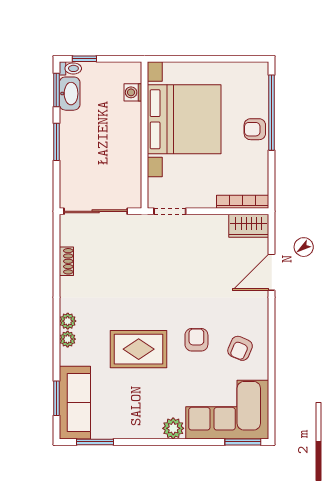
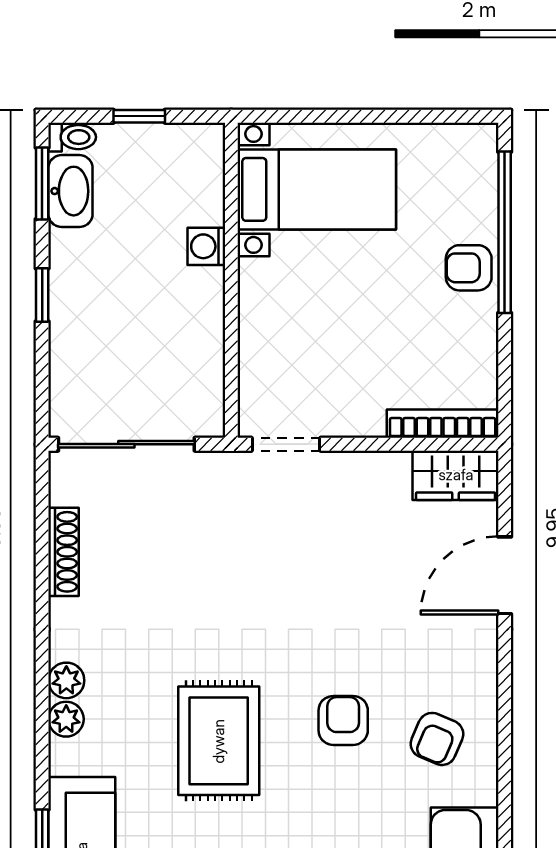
window: (84, 59) -> (139, 116), moved
washing machine: (133, 92) -> (206, 246), moved
bed with nightstands: (184, 119) -> (317, 189), width x0.54
window: (56, 142) -> (42, 295), width x0.67
shoe rack: (66, 261) -> (64, 552), width x1.43
rug: (139, 349) -> (219, 741), turned 90

